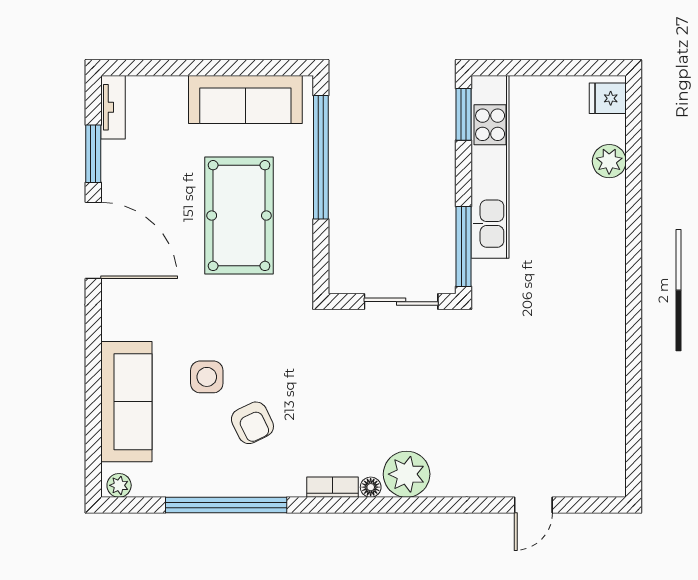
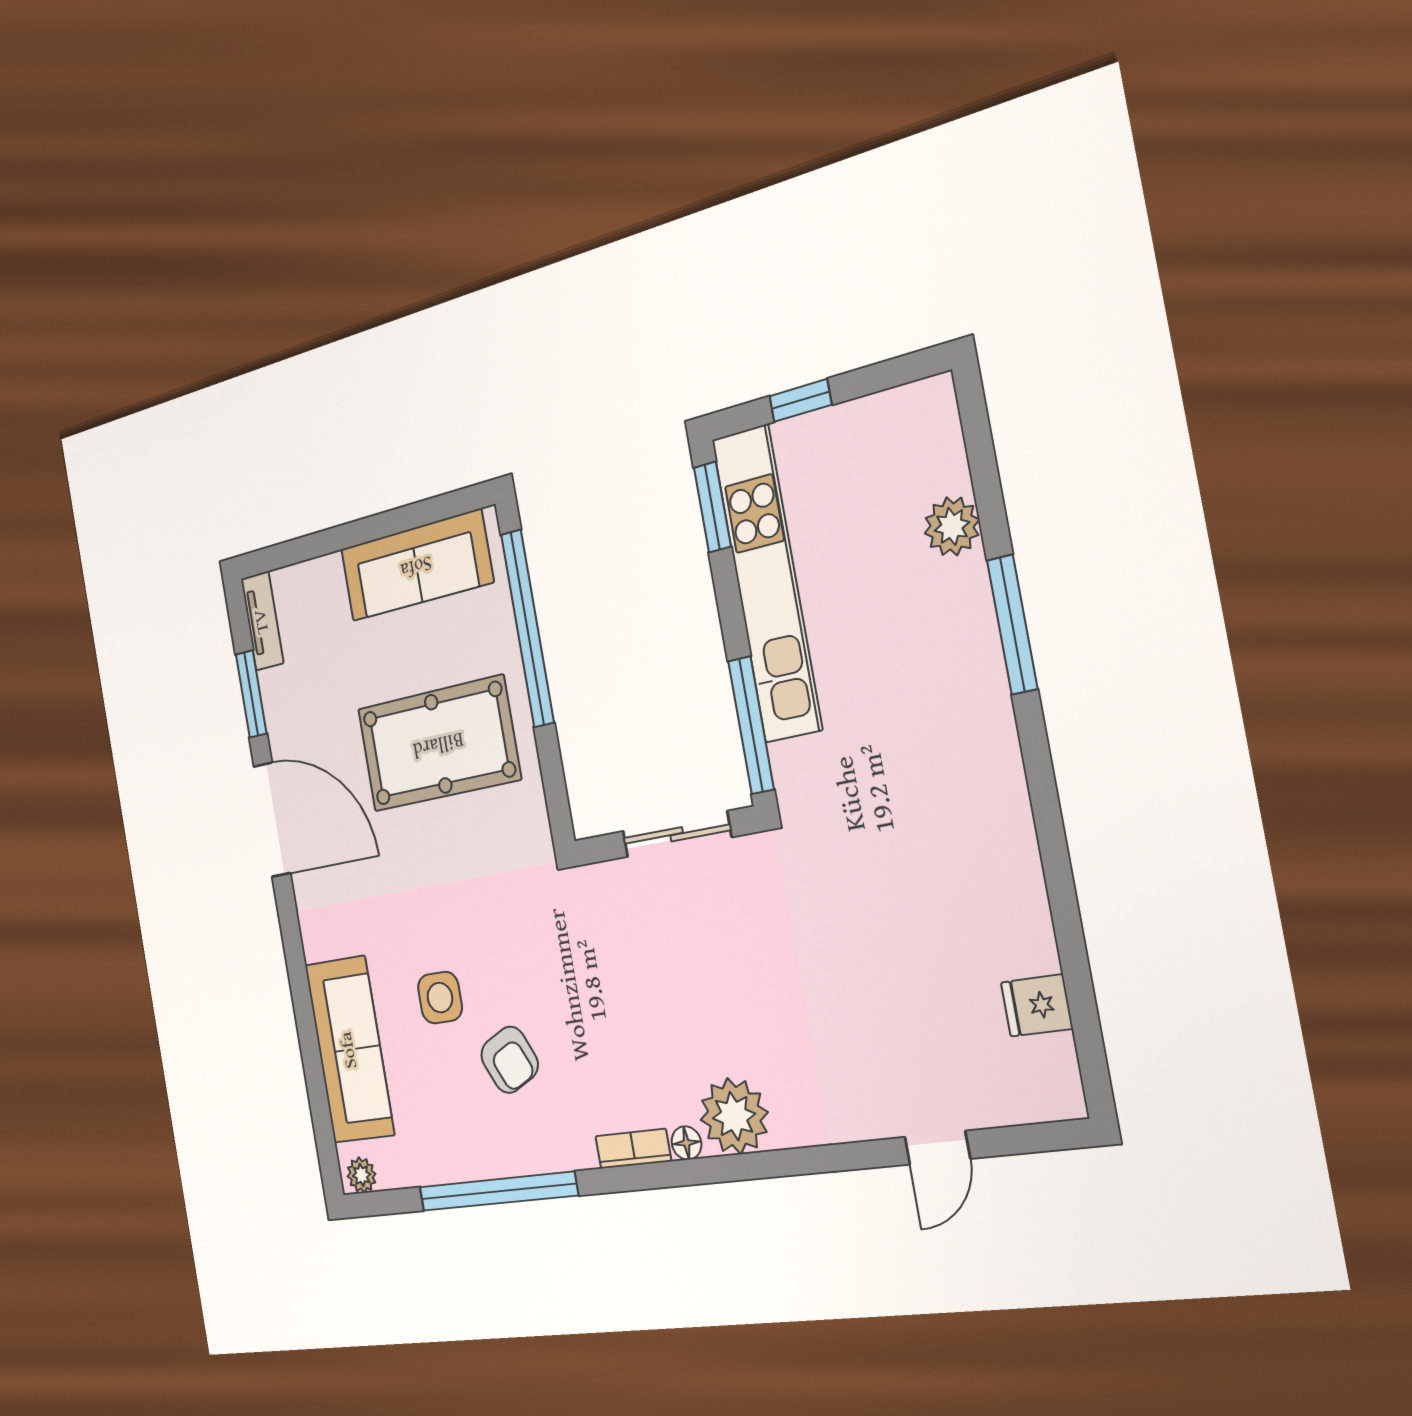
window: (532, 68) -> (801, 400), added
fridge: (608, 98) -> (1037, 1005), moved
pool table: (239, 216) -> (438, 744), turned 90
window: (634, 222) -> (1012, 625), added

